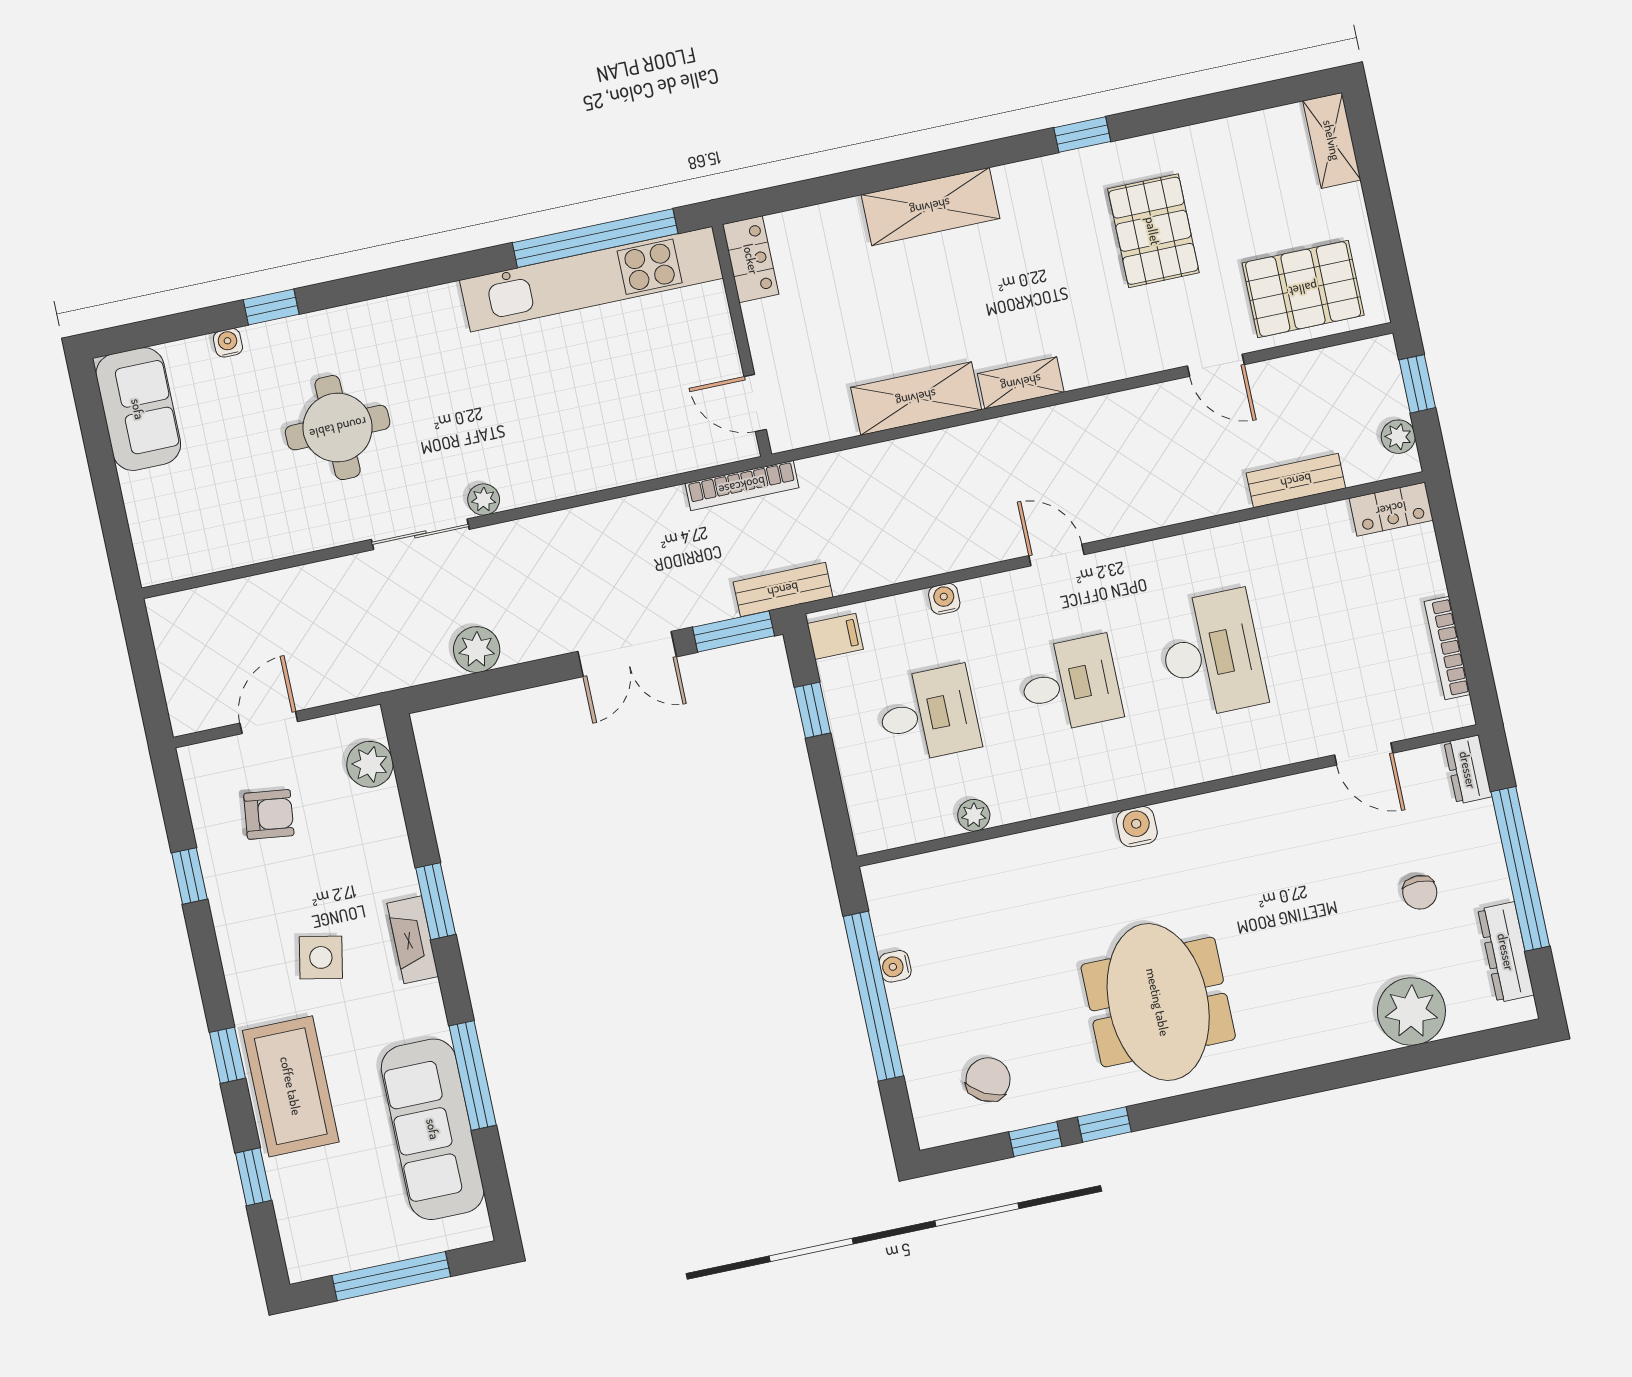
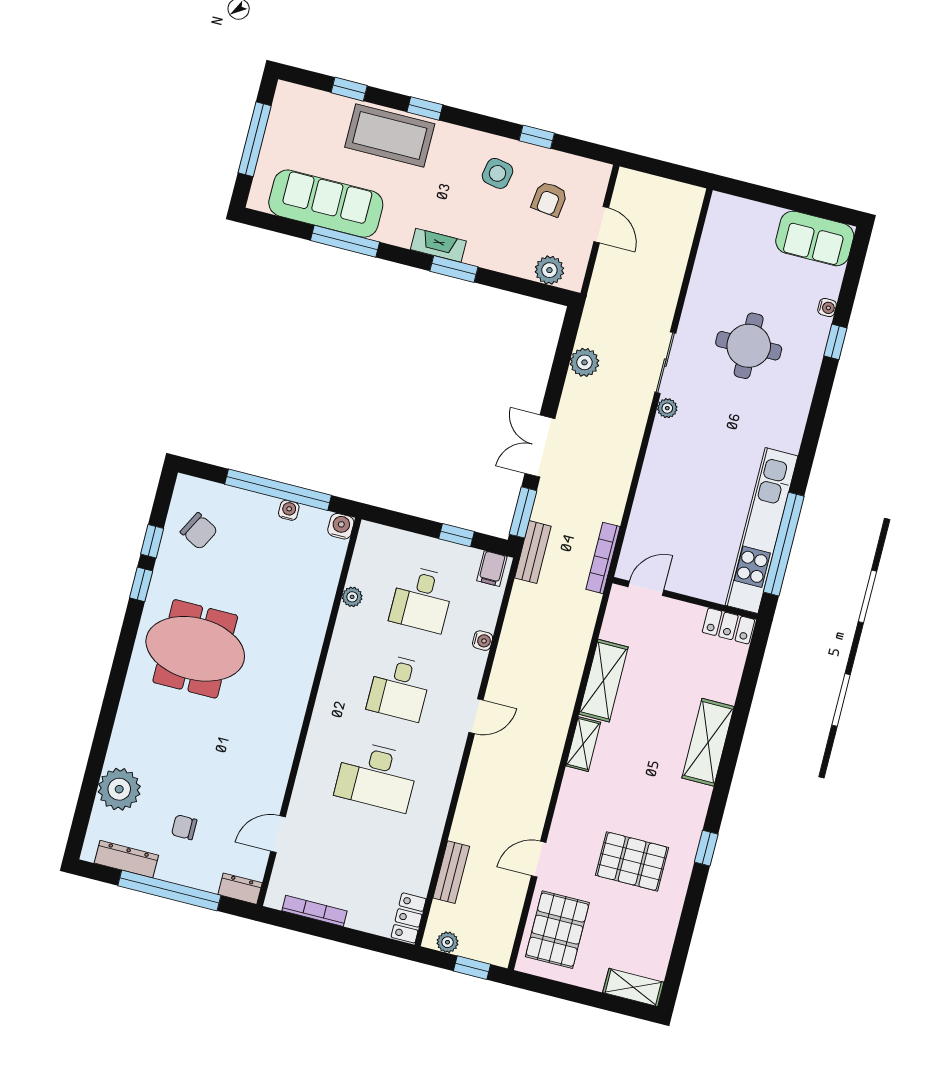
water cooler: (1137, 827) -> (341, 526), moved, turned -90
side table: (321, 957) -> (498, 173), moved

